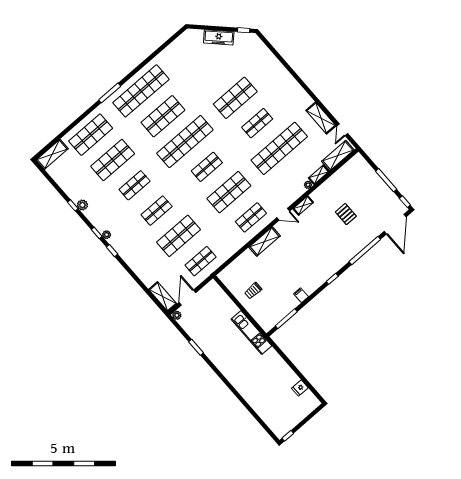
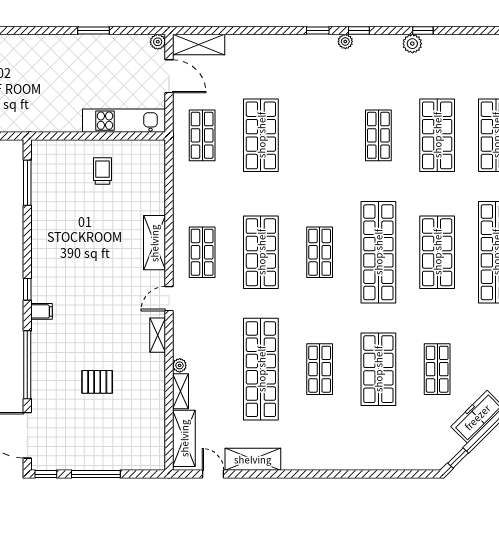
shop shelf: (157, 211) -> (437, 369), moved
filing cabinet: (301, 295) -> (42, 311), moved
kitchen unit: (251, 333) -> (124, 121), moved

